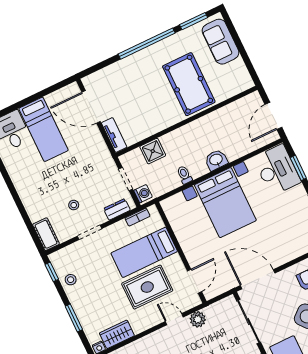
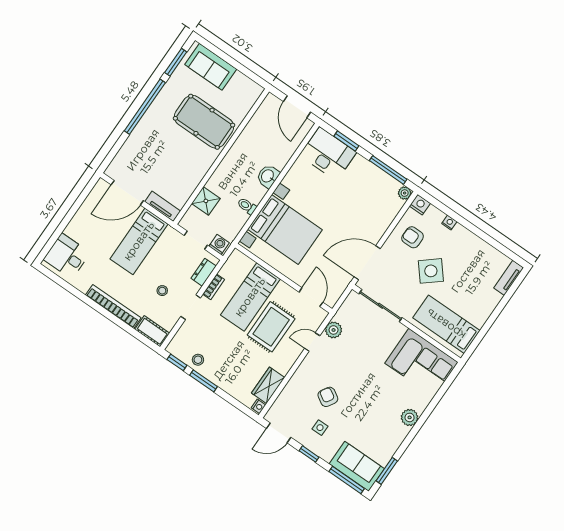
bed: (44, 129) -> (139, 241), moved, turned 90
bookcase: (25, 195) -> (113, 306), added
bed with nightstands: (225, 203) -> (285, 230), moved
bookcase: (137, 217) -> (214, 287), moved
window: (74, 318) -> (204, 381), moved

